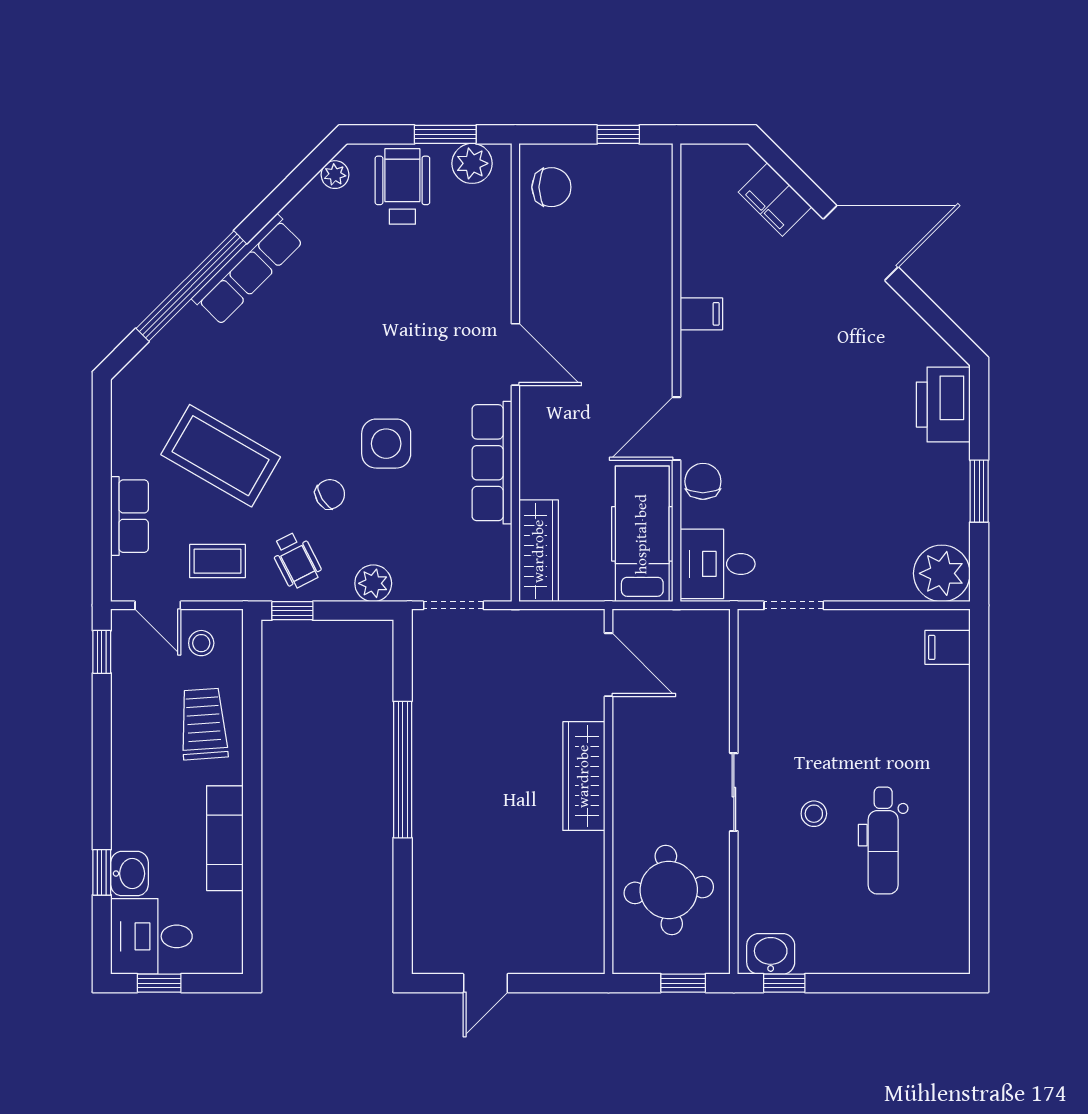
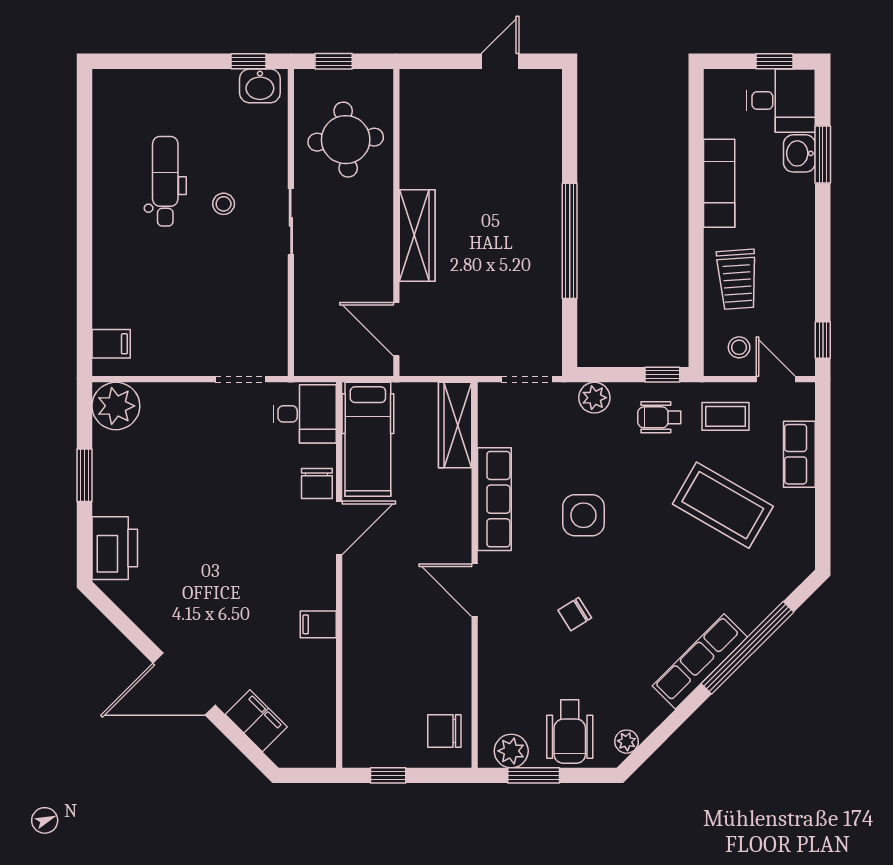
chair: (330, 494) -> (575, 614), moved
wheelchair: (296, 560) -> (659, 417), turned -63
window: (102, 872) -> (823, 154), width x1.50

